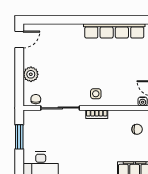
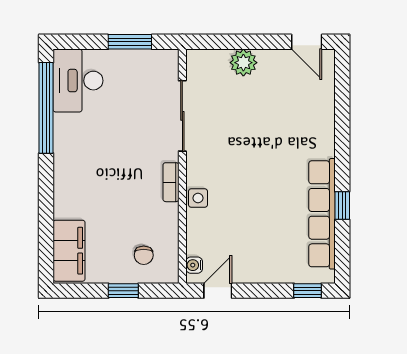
window: (110, 20) -> (342, 206), added
side table: (96, 94) -> (198, 198), moved
chair: (36, 99) -> (198, 72), removed

